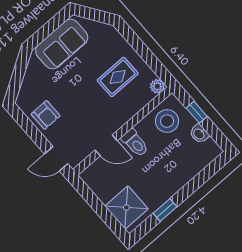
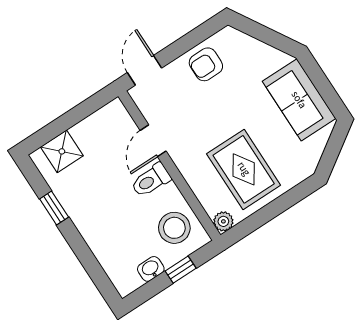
rug: (118, 77) -> (244, 169), width x1.36, depth x1.43
shower: (126, 208) -> (62, 151), width x0.73, depth x0.73

